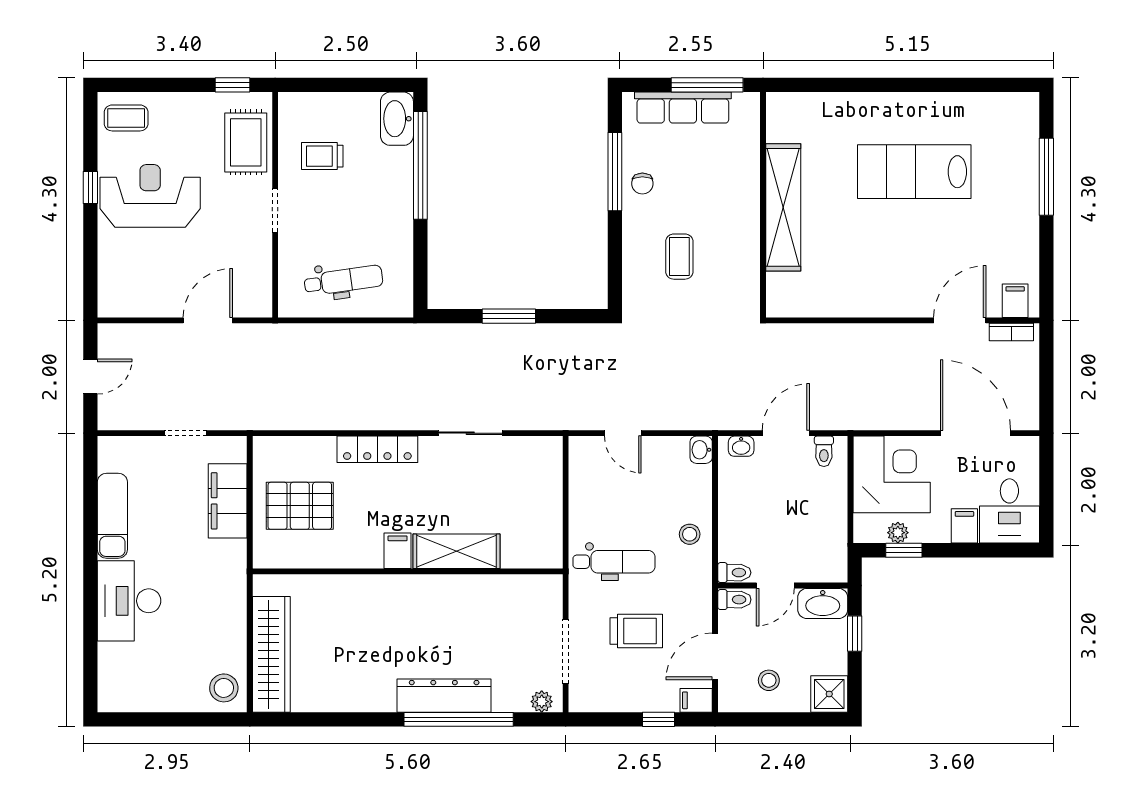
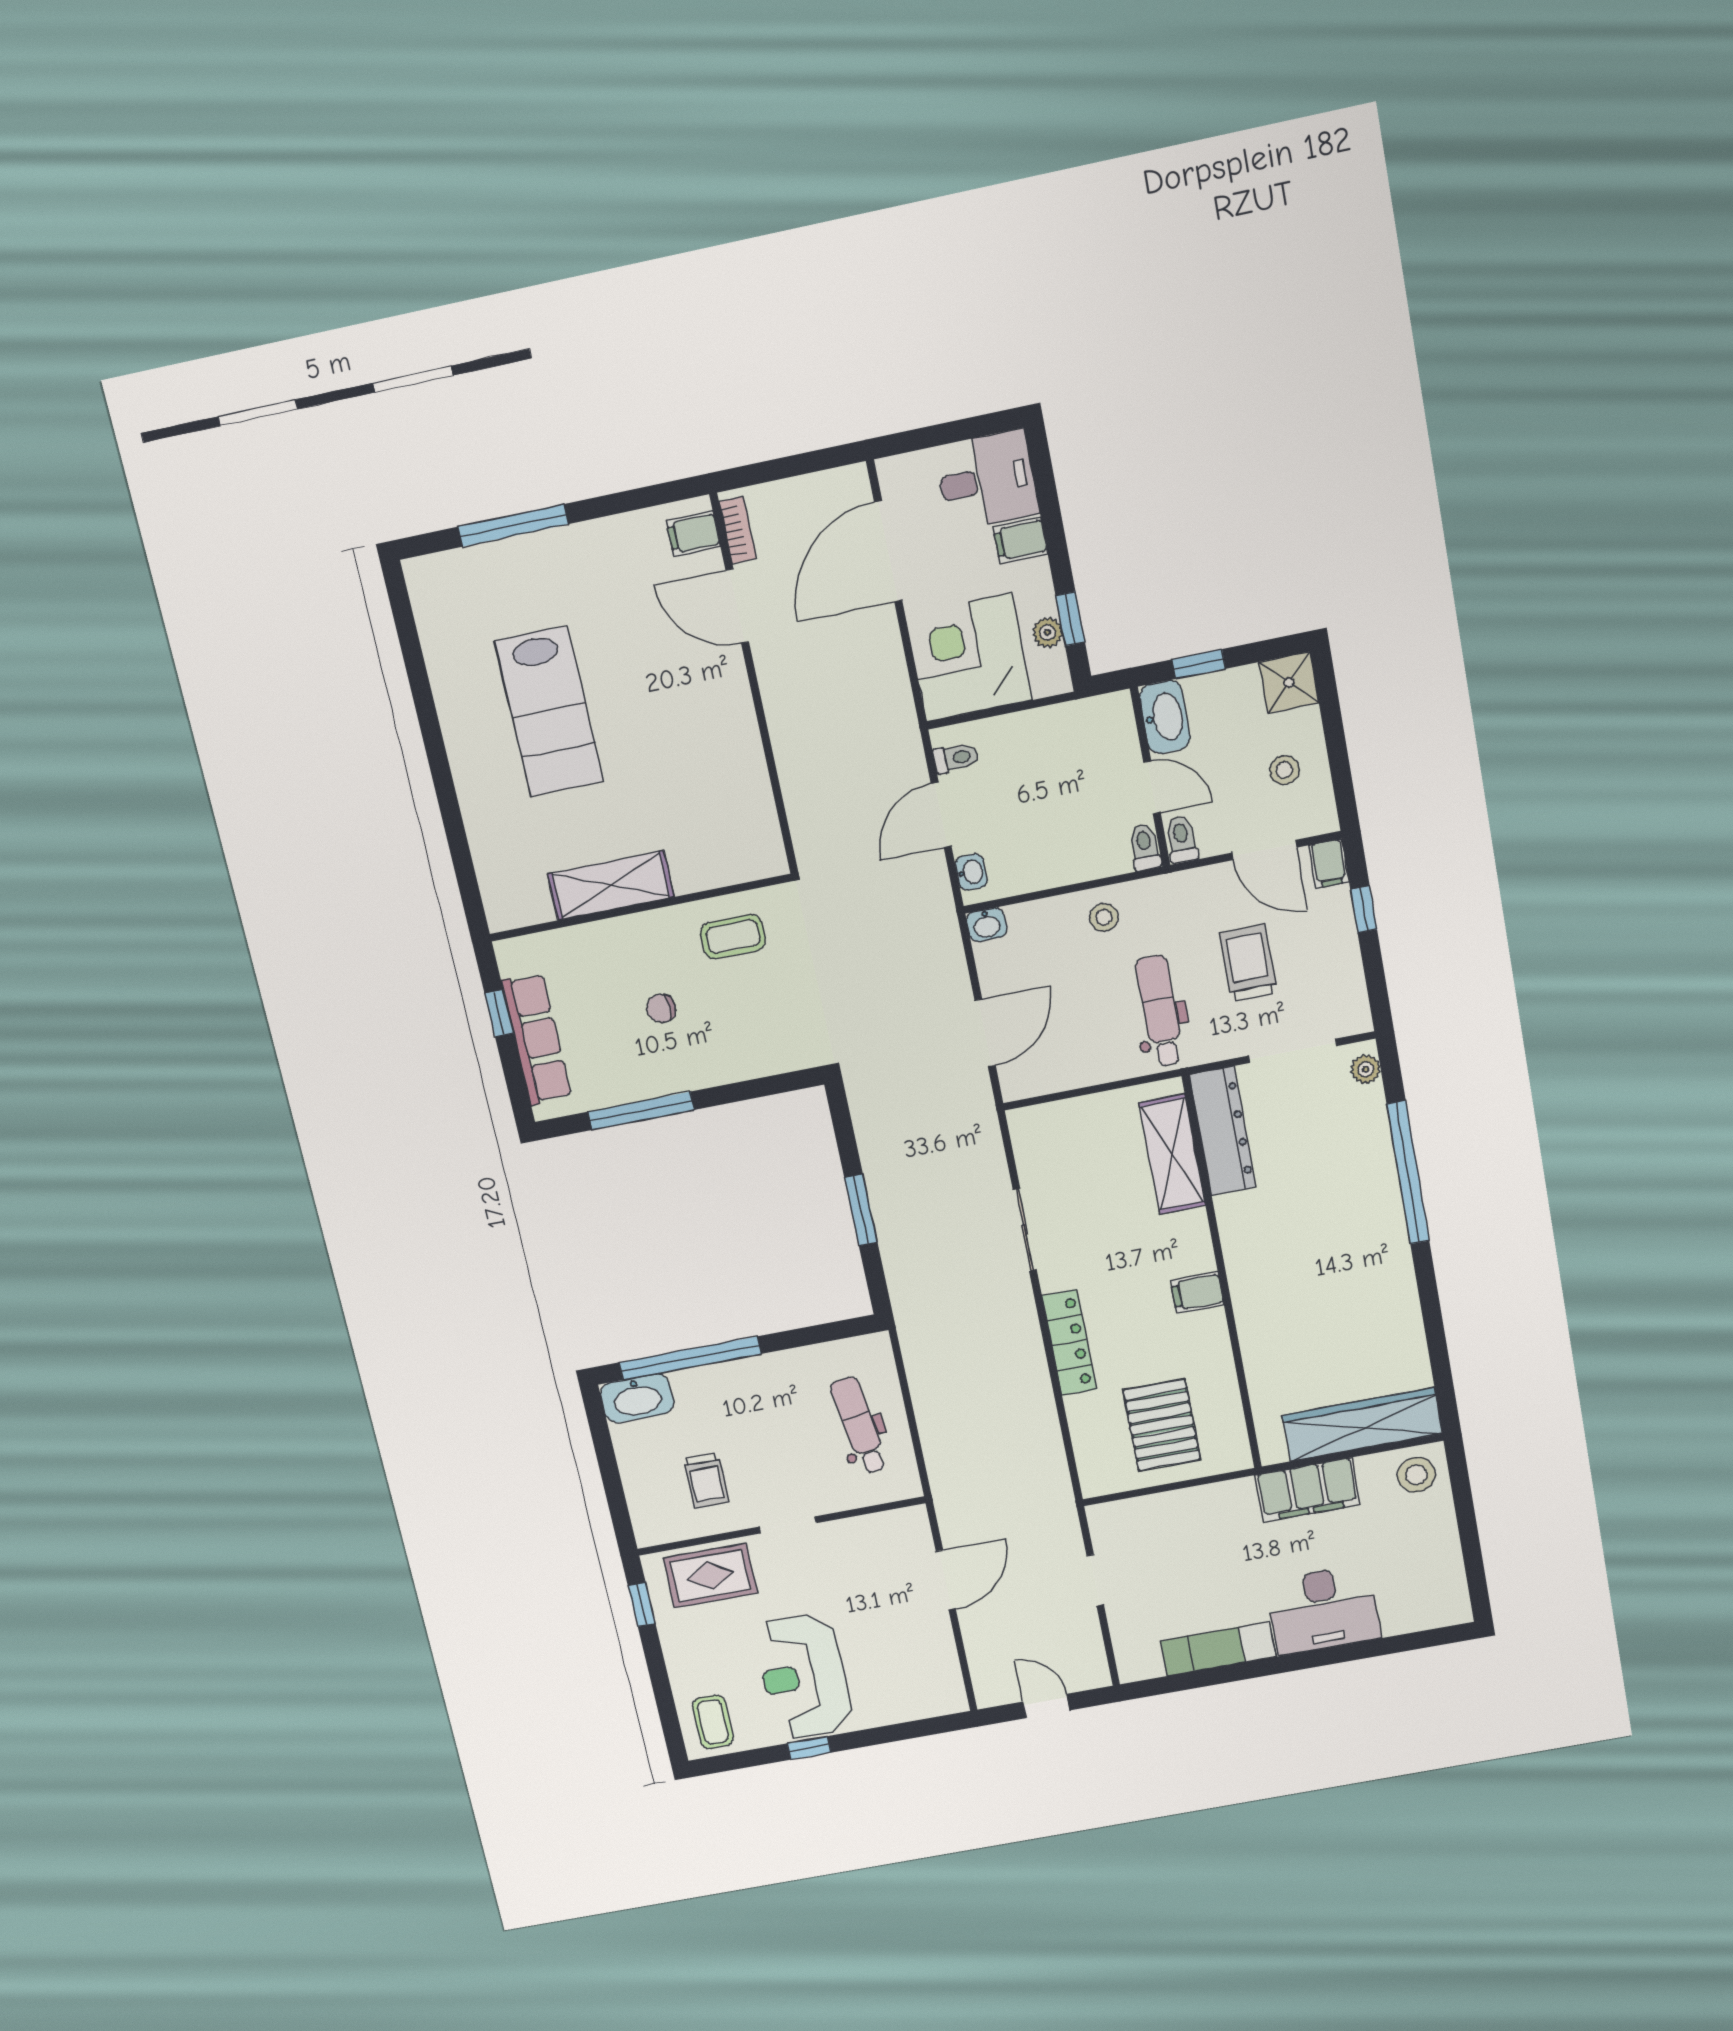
window: (707, 85) -> (499, 1013), width x0.46
chair: (642, 184) -> (661, 1008), moved, turned 180
shelving: (783, 207) -> (611, 885), width x0.68
coffee table: (679, 257) -> (733, 937), moved
door: (208, 320) -> (946, 1580), swing flipped
door: (623, 433) -> (985, 1033), width x1.38
door: (786, 433) -> (941, 815), hinge flipped
filing cabinet: (228, 501) -> (1308, 1490), moved
shelving: (456, 551) -> (1172, 1154), moved
dresser: (444, 696) -> (1223, 1131), moved, turned 180

